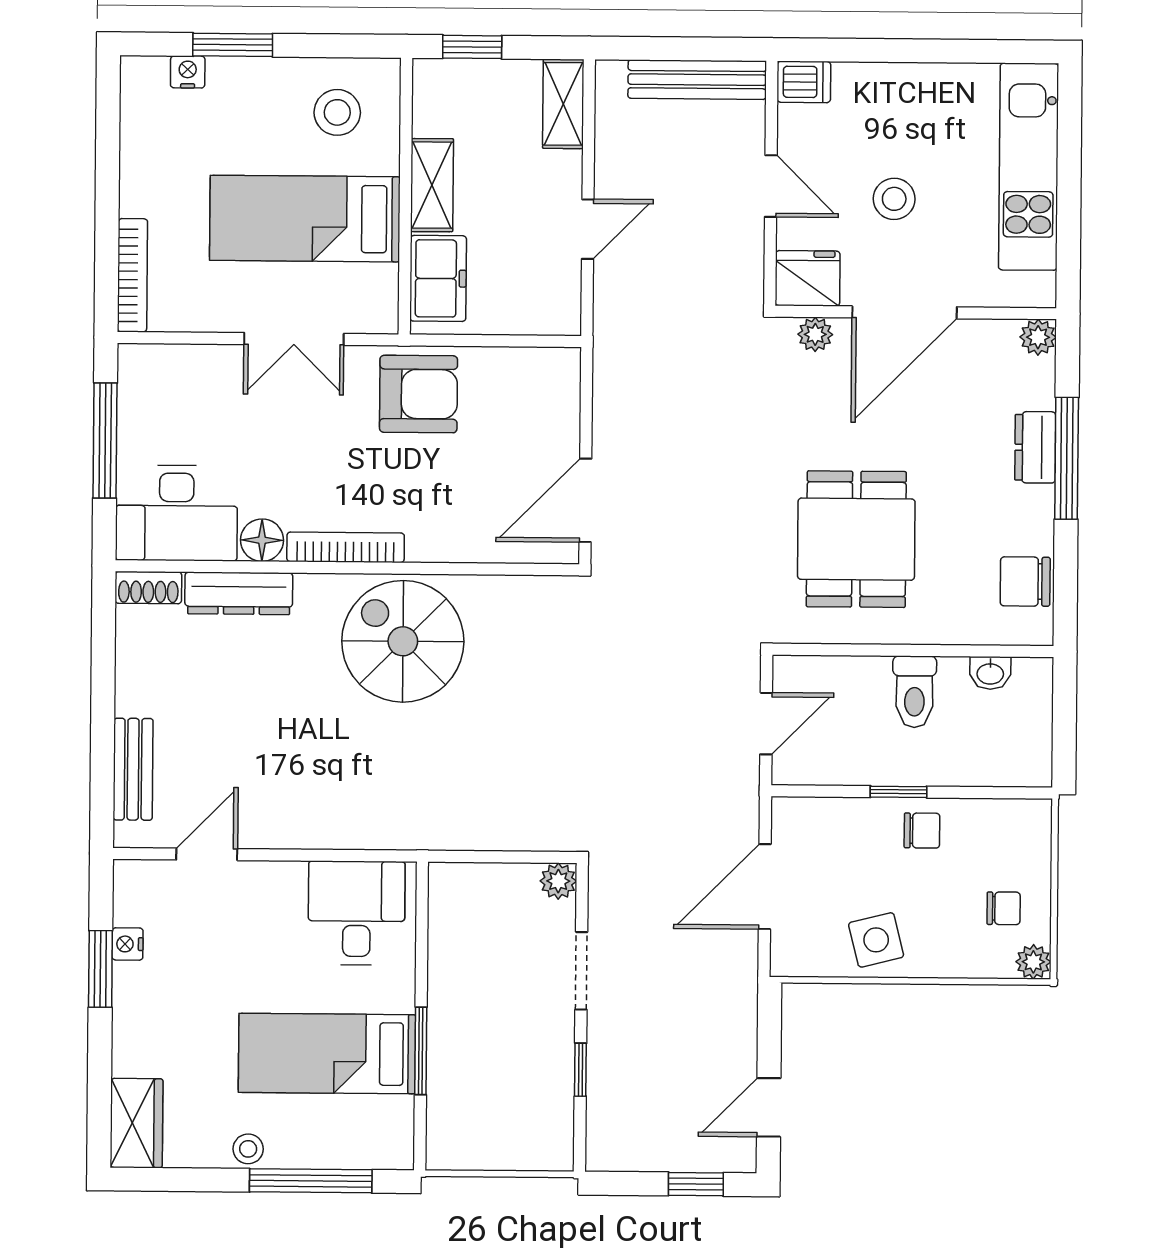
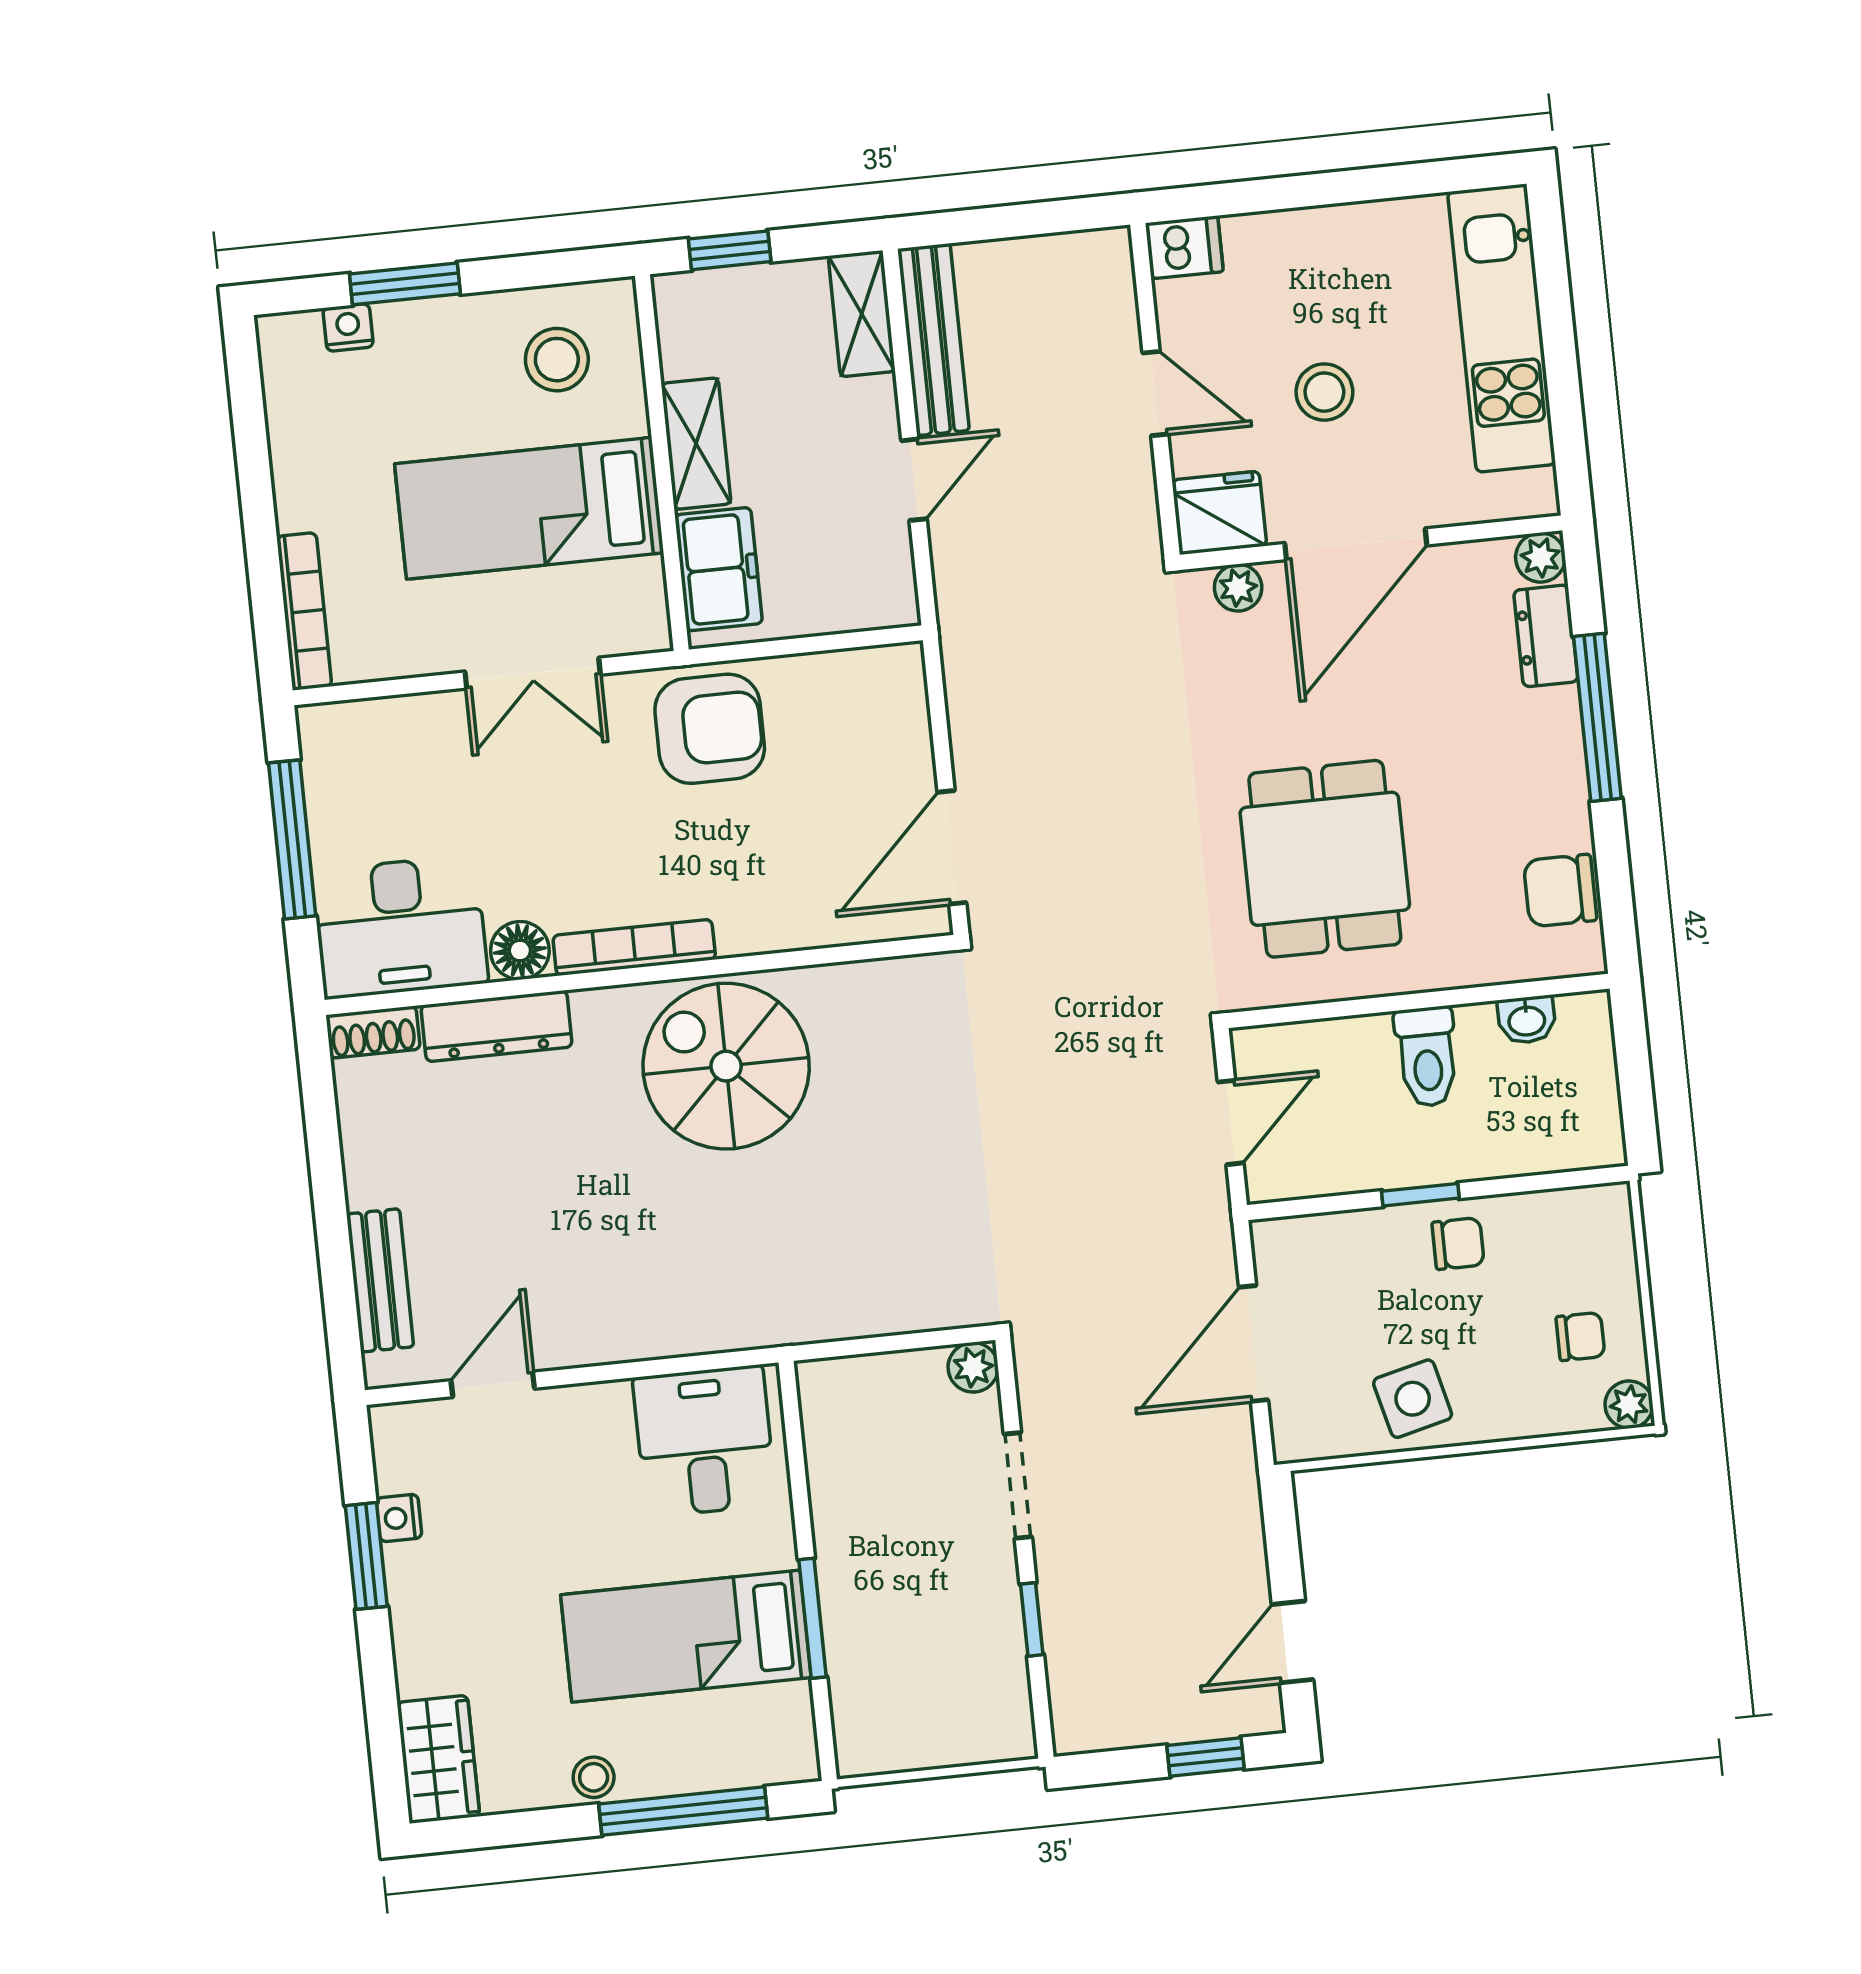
bench: (697, 80) -> (933, 340), moved, turned 90
dresser: (1035, 447) -> (1546, 636), moved

